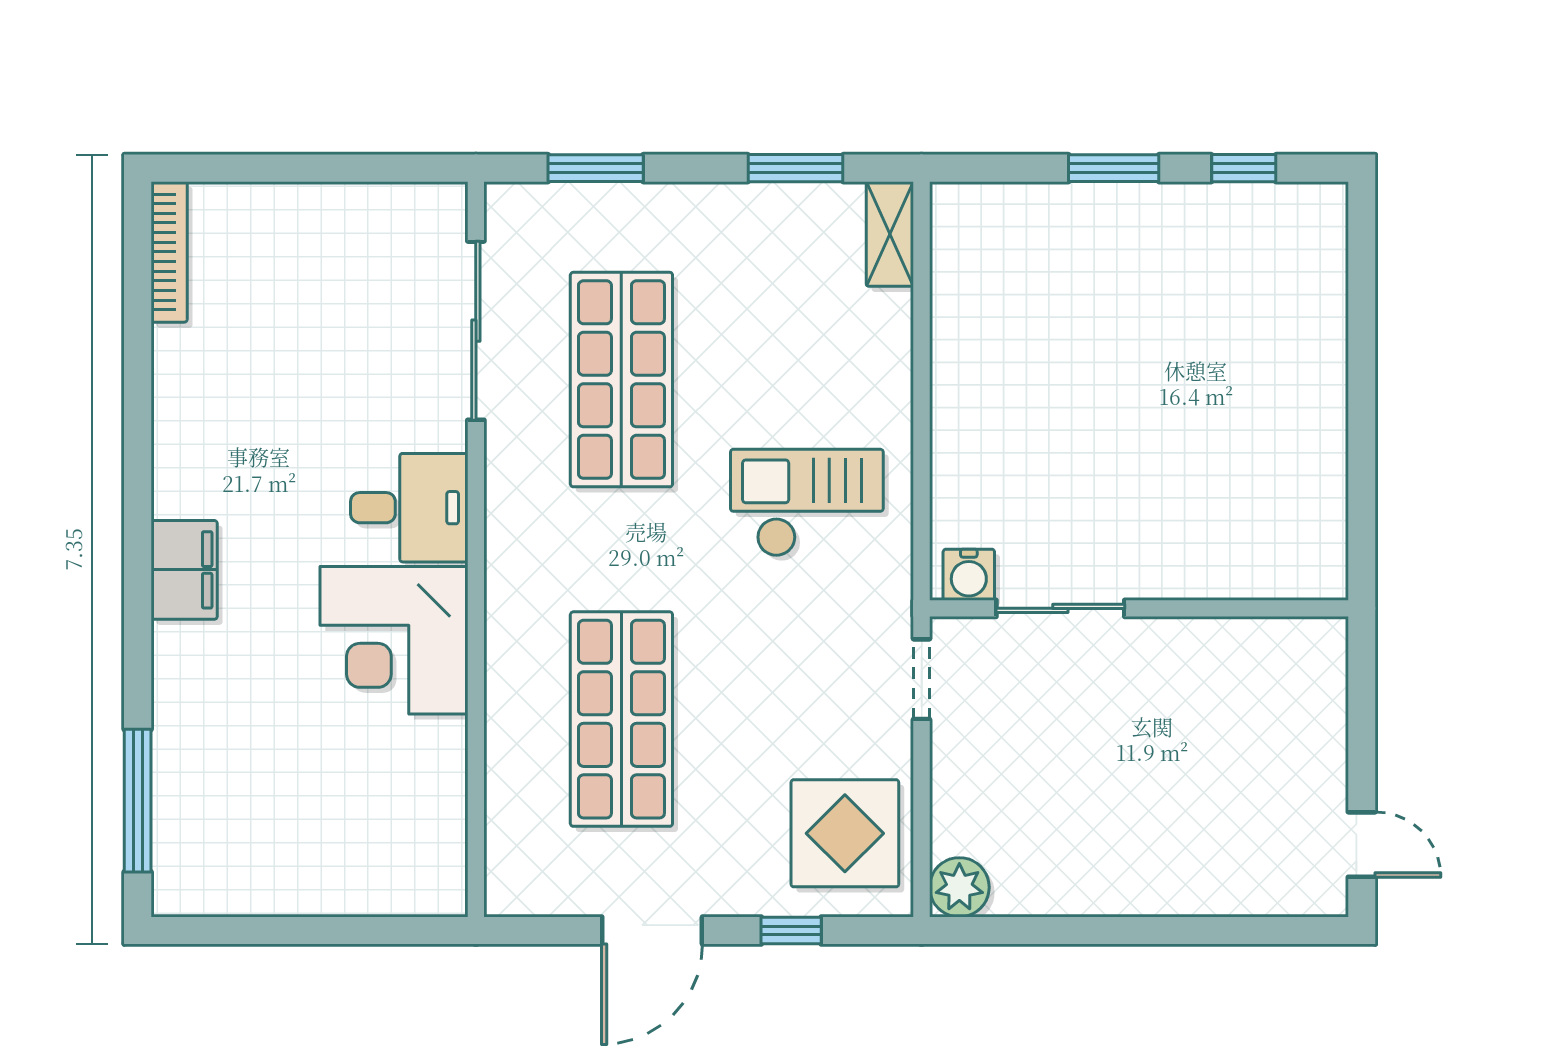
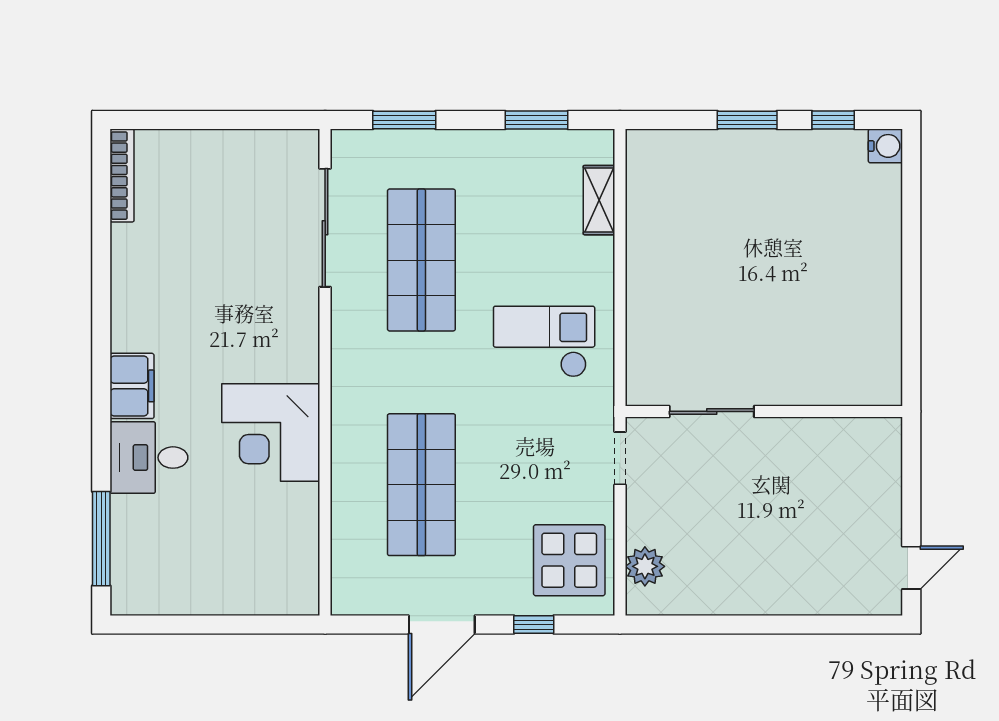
shelving: (890, 234) -> (599, 200), moved
desk: (409, 508) -> (149, 458), moved, turned 180
water cooler: (969, 575) -> (885, 146), moved, turned -90
door: (1362, 845) -> (911, 568), hinge flipped
plant: (959, 887) -> (645, 566), moved

